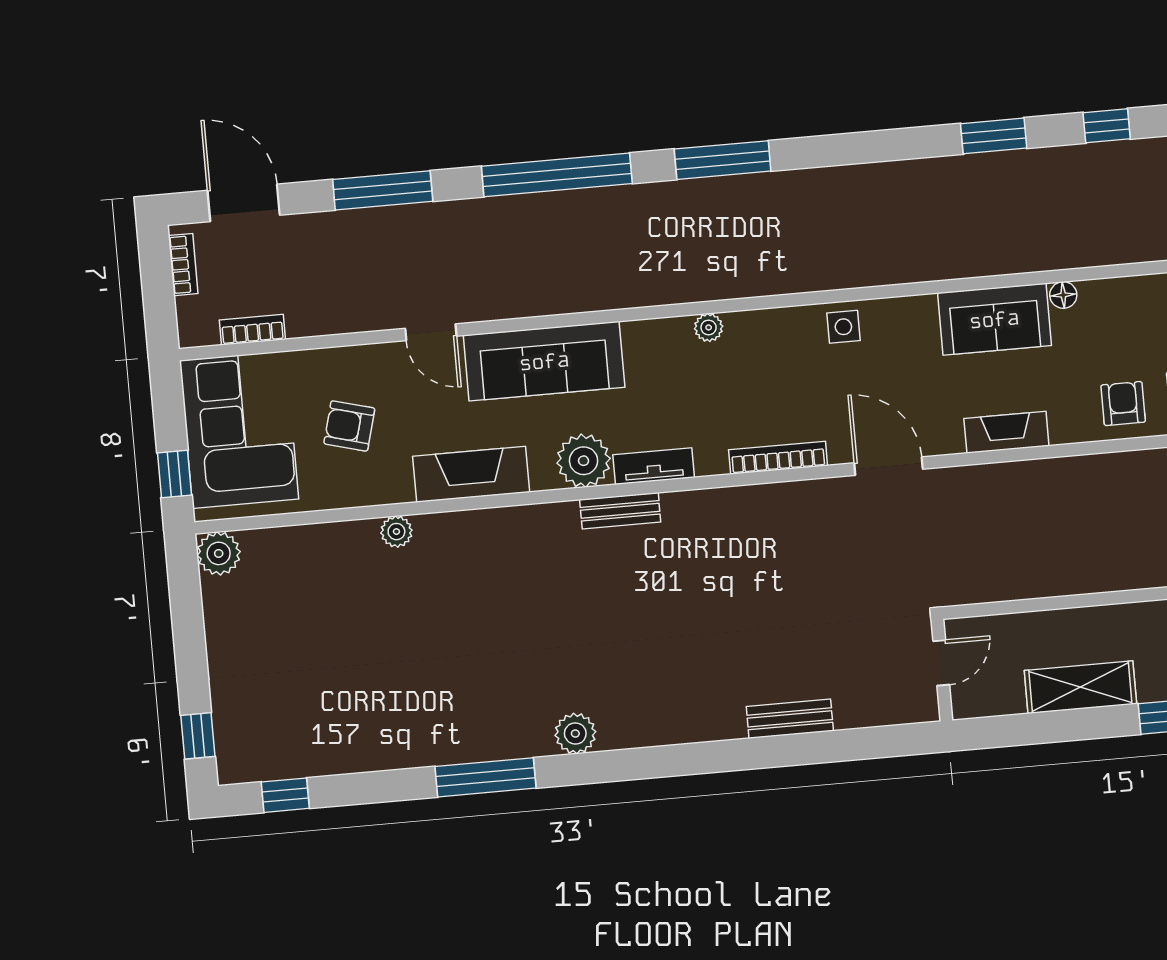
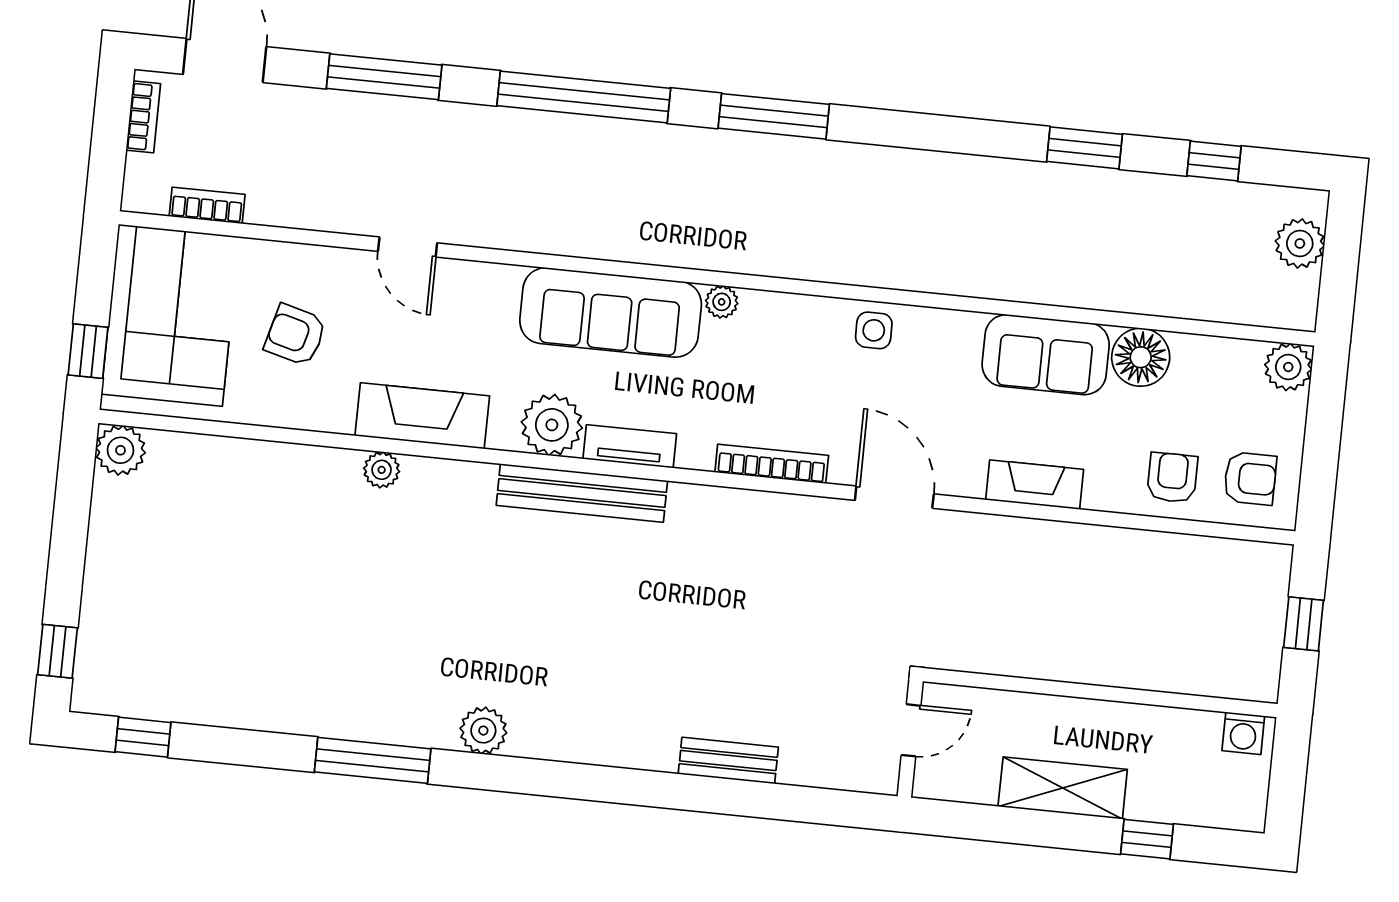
floor lamp: (1063, 295) -> (1141, 357), width x1.89, depth x1.89
sofa: (544, 361) -> (611, 312), moved
bench: (620, 511) -> (582, 493), width x1.86, depth x1.21
plant: (396, 532) -> (382, 470), moved

